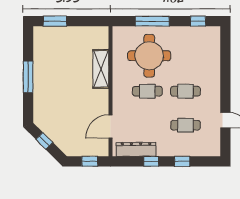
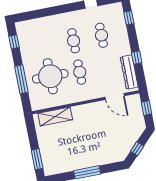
shelving: (101, 69) -> (55, 117), moved
window: (182, 161) -> (129, 18), moved

